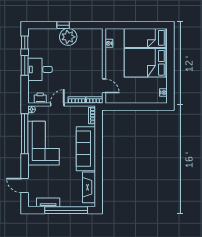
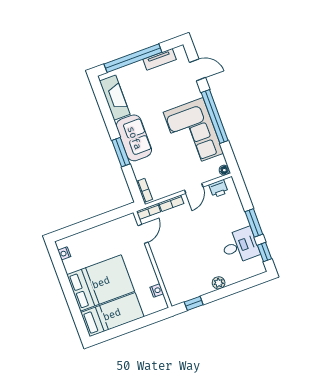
window: (63, 25) -> (194, 303), moved
plant: (68, 37) -> (219, 283), width x0.53, depth x0.53
desk: (40, 69) -> (240, 246), moved
door: (104, 86) -> (143, 234), swing flipped
window: (25, 134) -> (215, 117), moved
window: (99, 148) -> (121, 152), added
sofa: (86, 149) -> (134, 138), width x0.73

